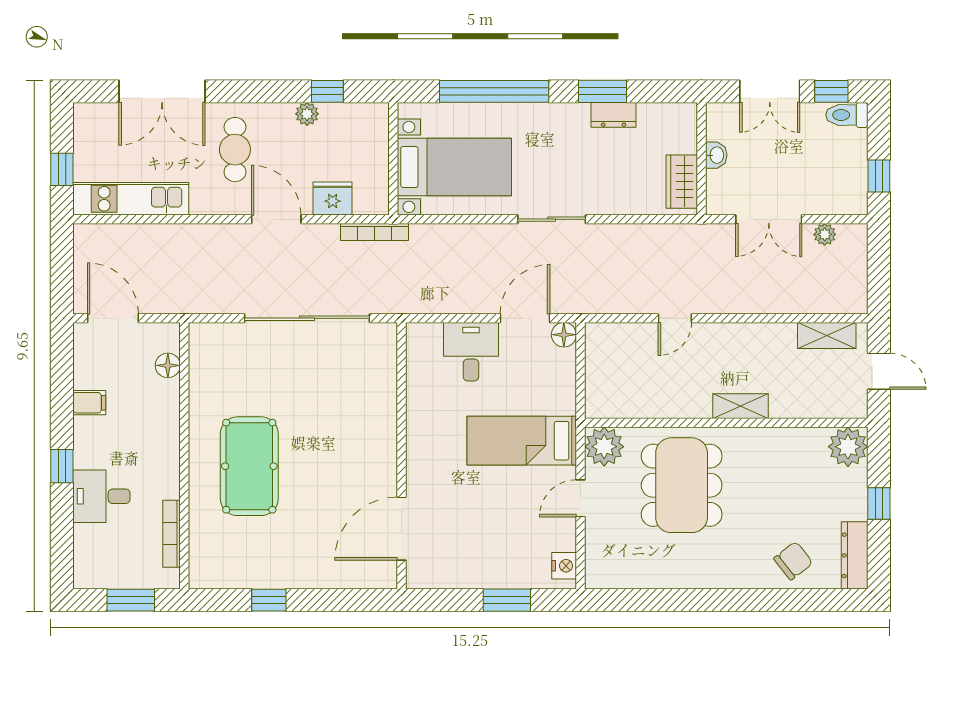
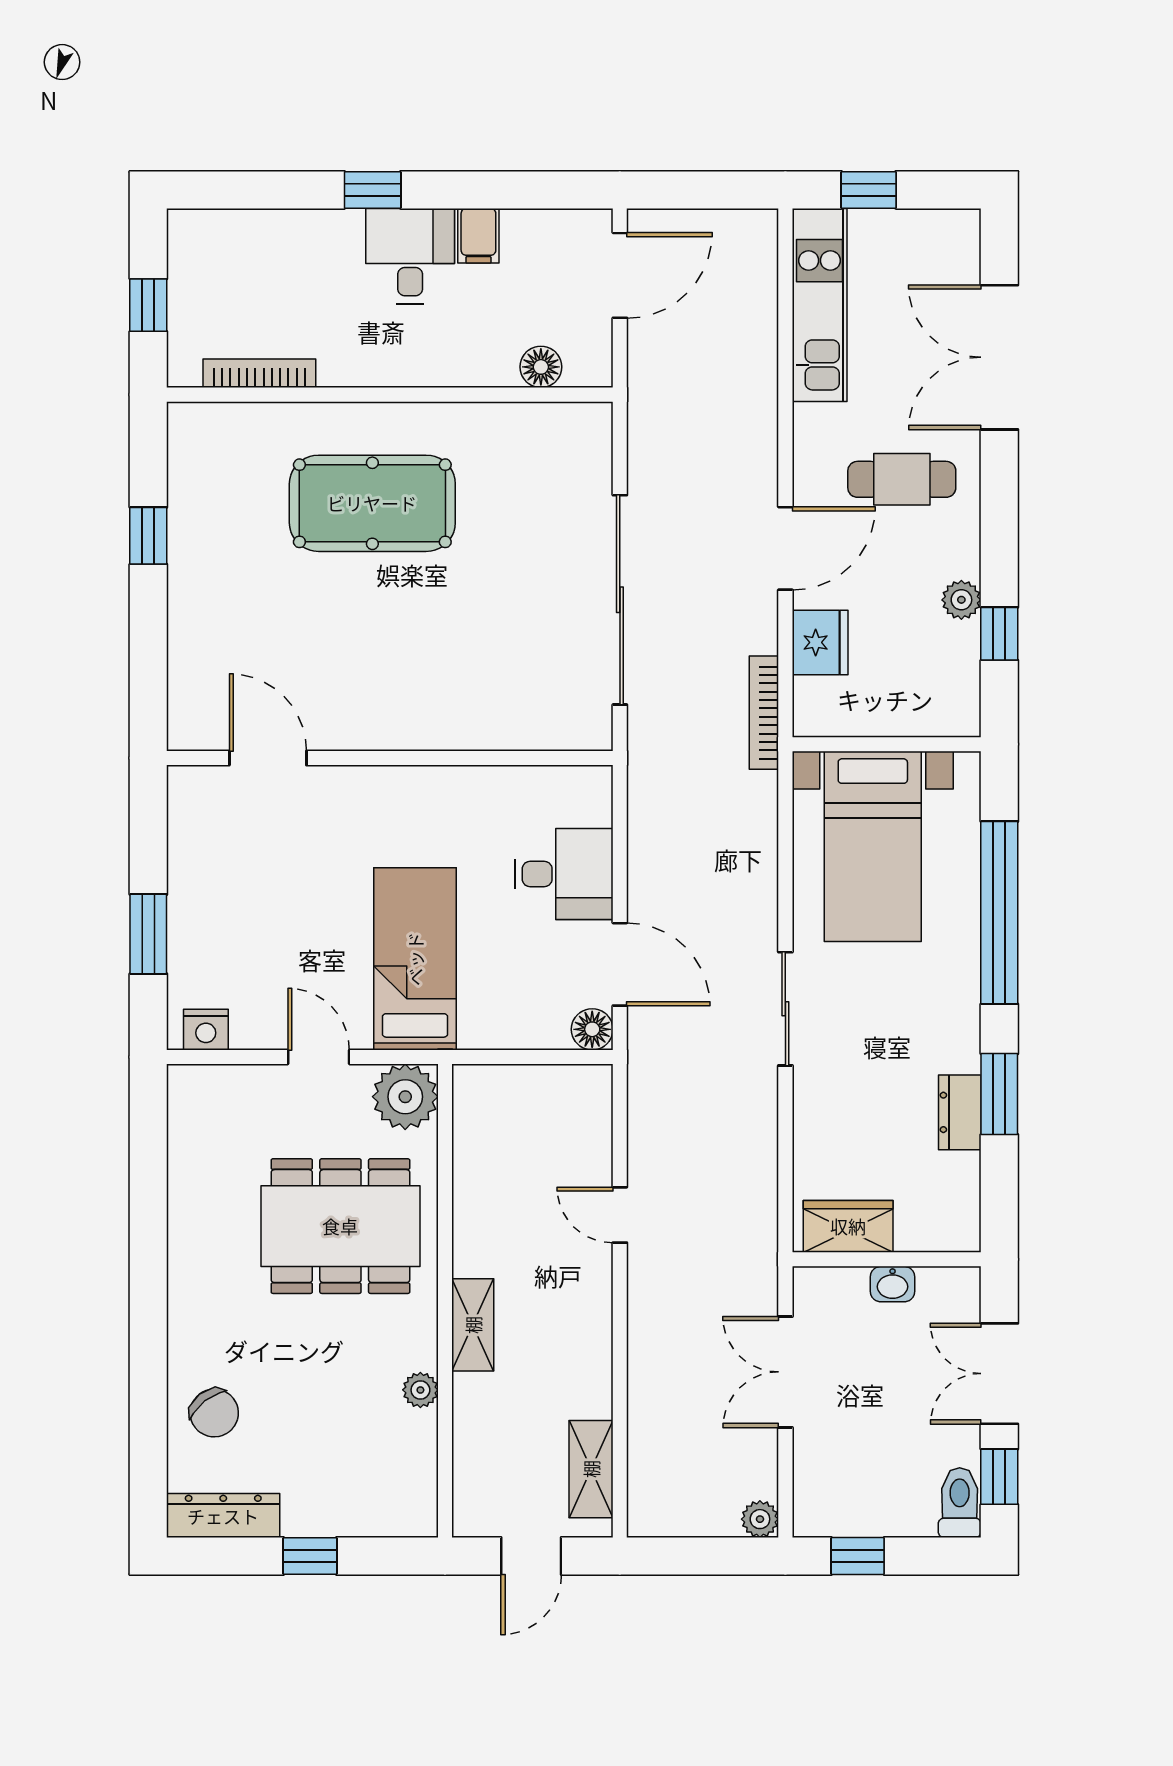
plant: (825, 234) -> (760, 1519), moved
plant: (848, 447) -> (420, 1390), moved, width x0.53, depth x0.53
desk: (101, 496) -> (410, 256), moved
door: (402, 529) -> (268, 758), width x0.73
window: (131, 600) -> (148, 305), width x0.67

